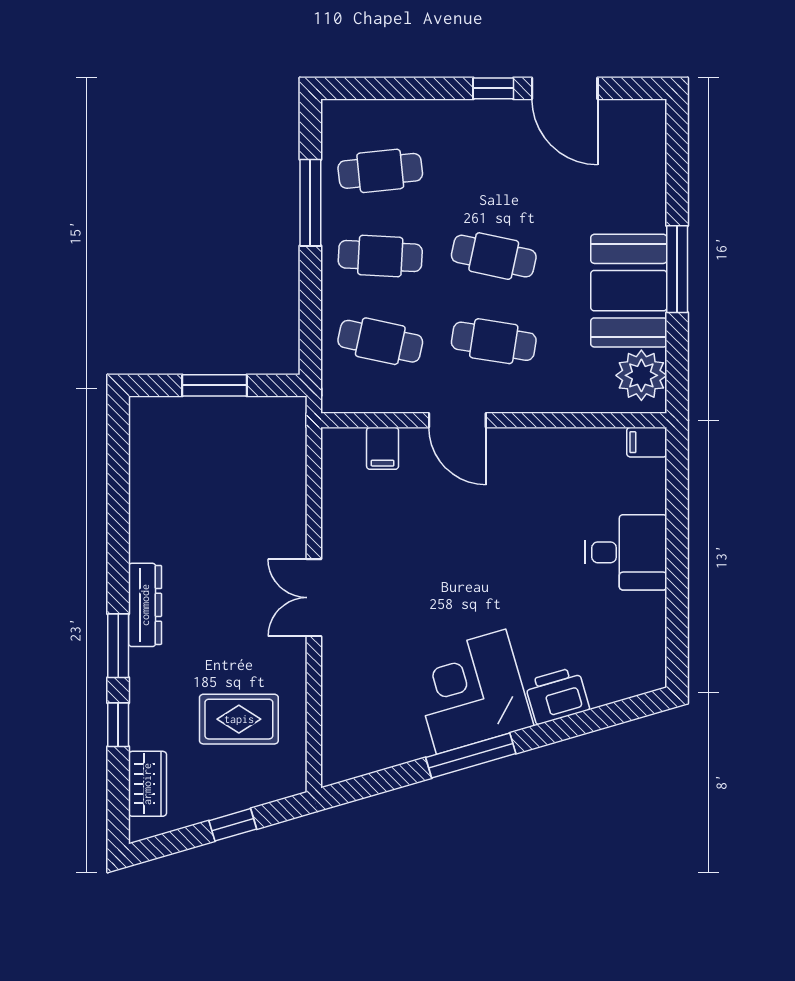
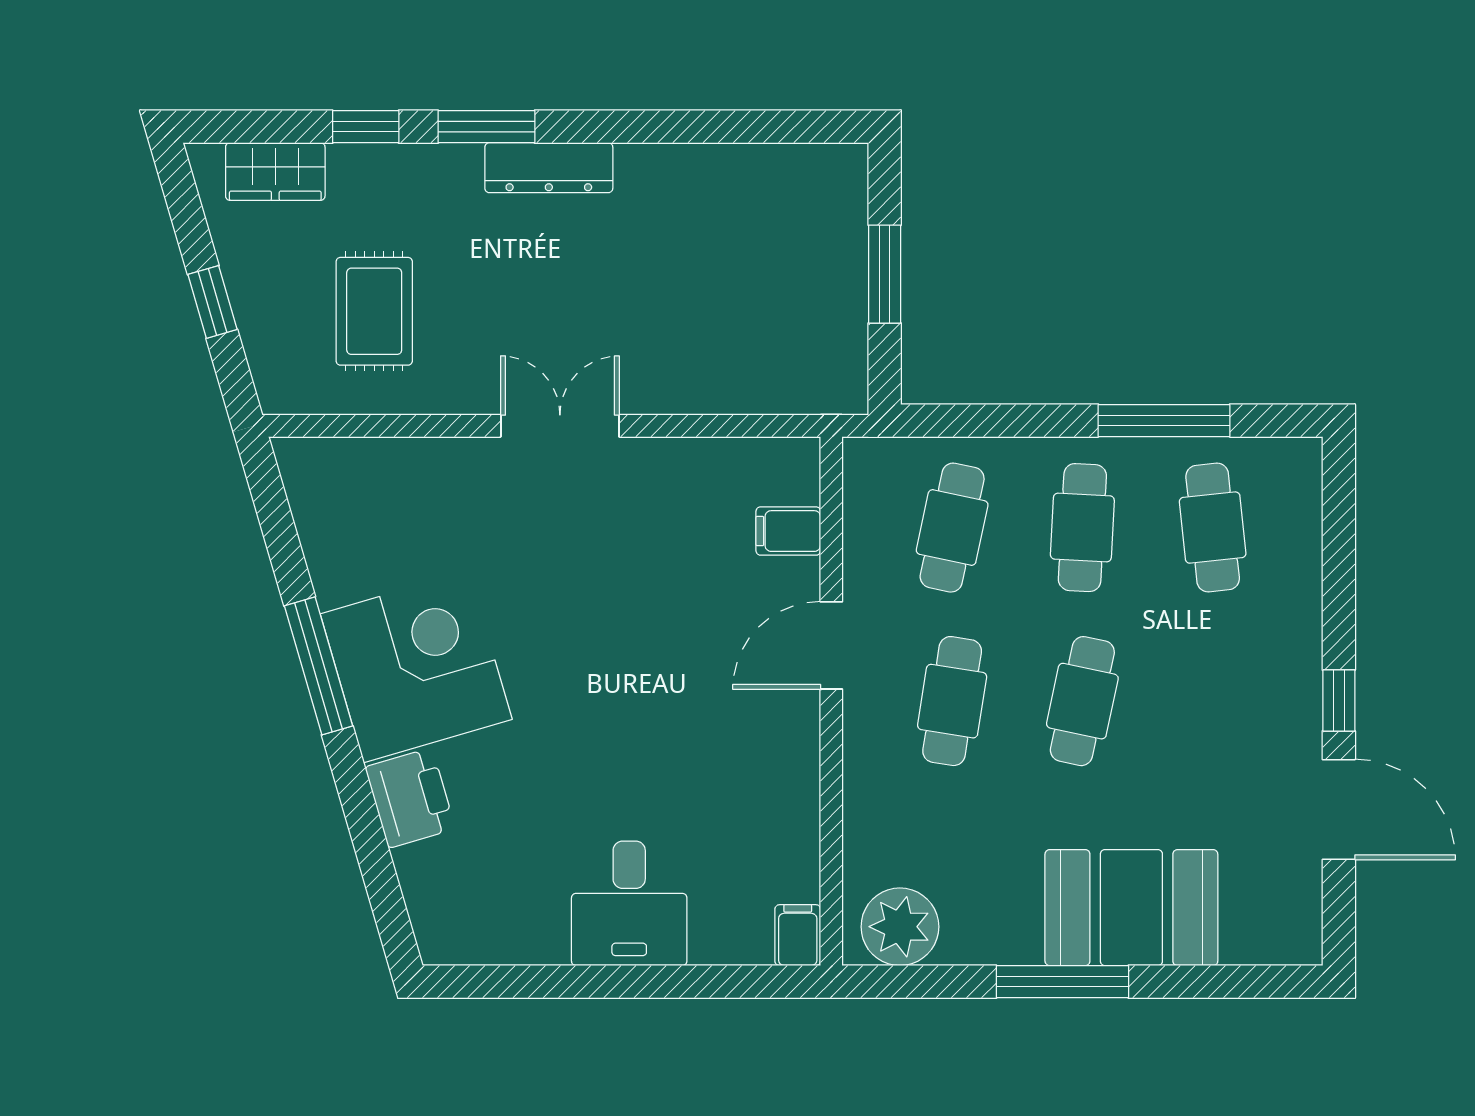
door: (565, 88) -> (1339, 809), swing flipped
booth: (629, 291) -> (1131, 908), moved

